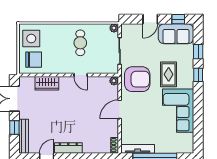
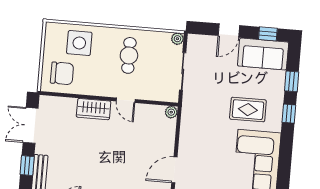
side table: (31, 39) -> (79, 43), moved
rug: (169, 74) -> (248, 110), turned 90
armchair: (137, 79) -> (204, 113), removed
wardrobe: (47, 83) -> (94, 109), moved
door: (120, 109) -> (174, 170), moved

